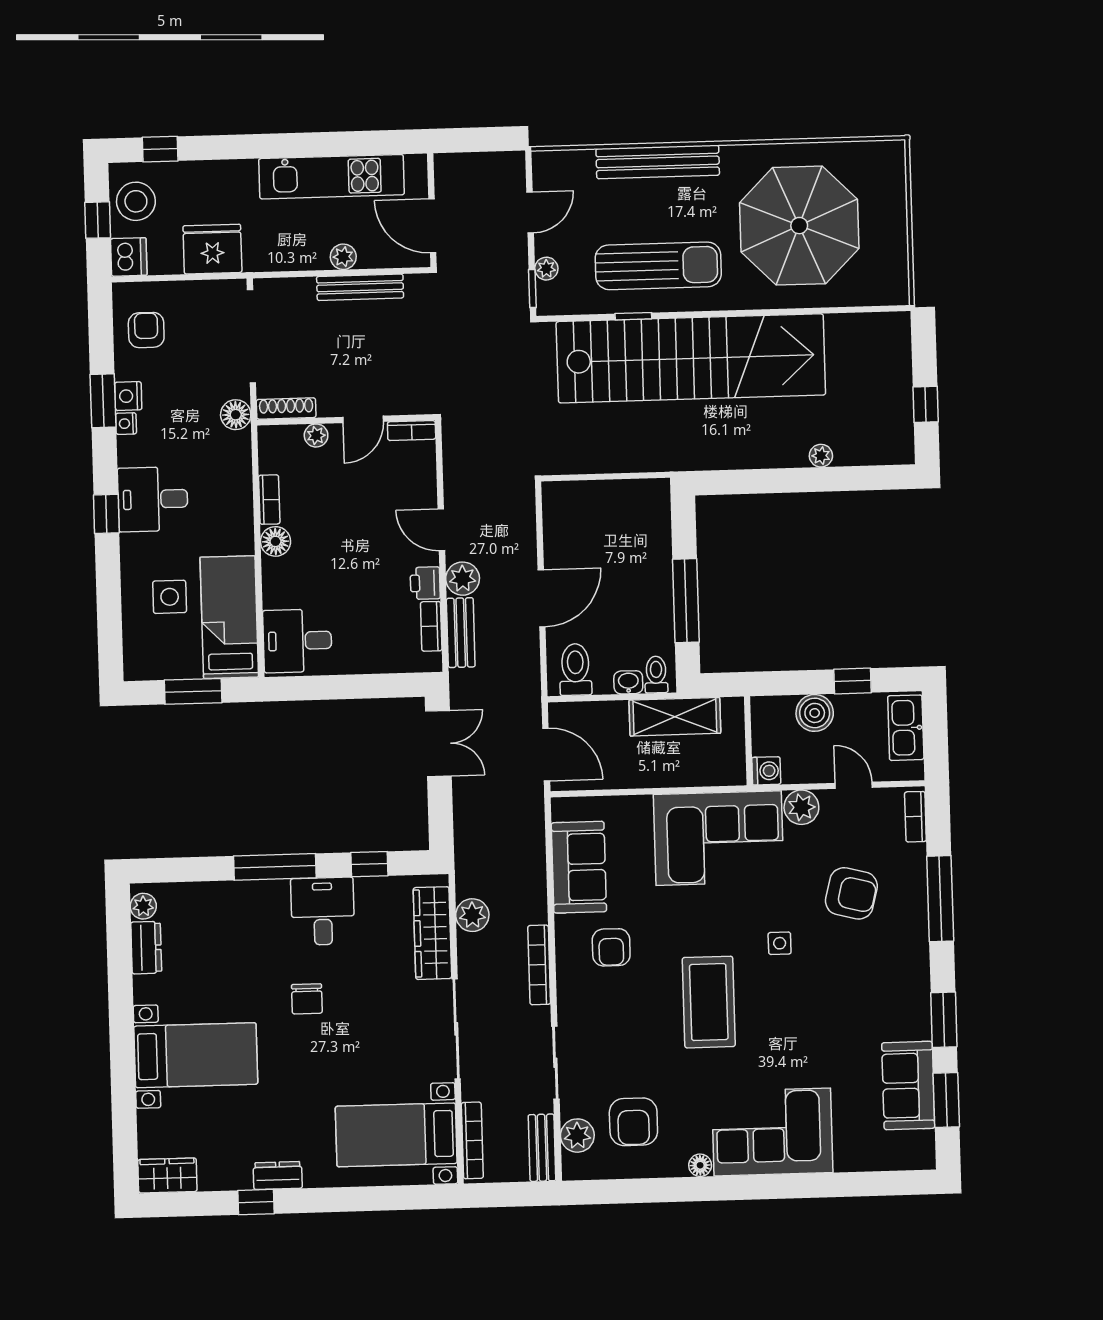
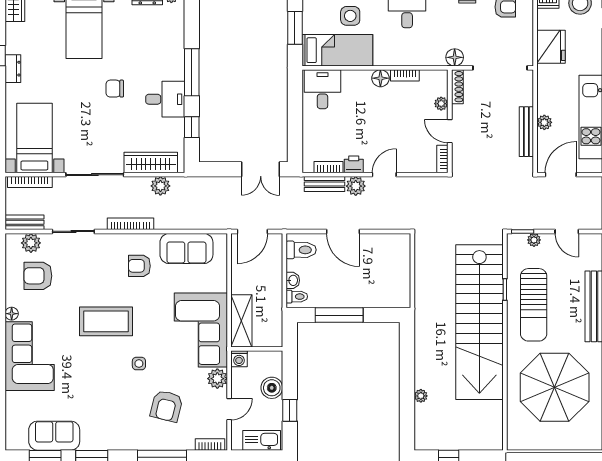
shelving: (675, 717) -> (241, 321), moved

